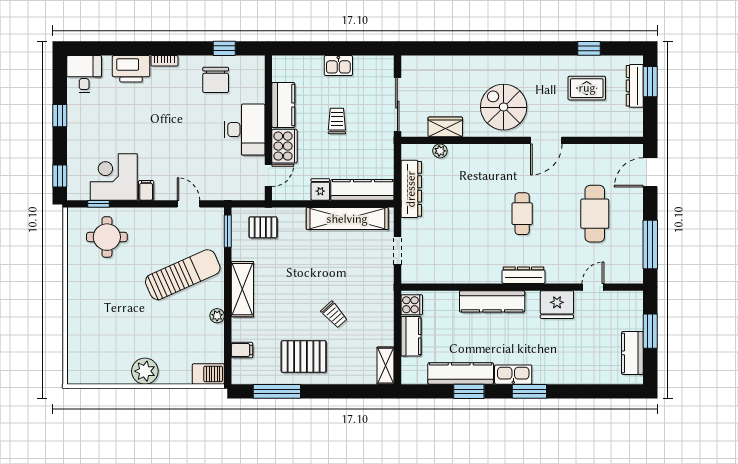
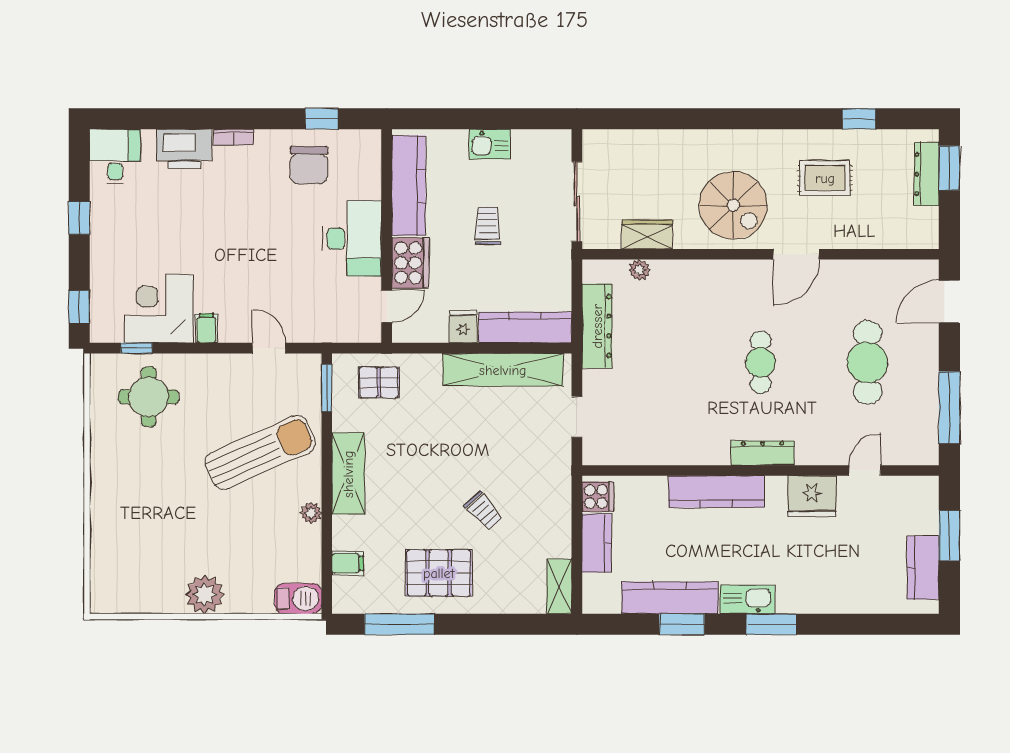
rug: (587, 88) -> (825, 178), moved
kitchen counter: (283, 105) -> (409, 186), width x1.50
spiral stairs: (504, 107) -> (733, 205), turned 180

